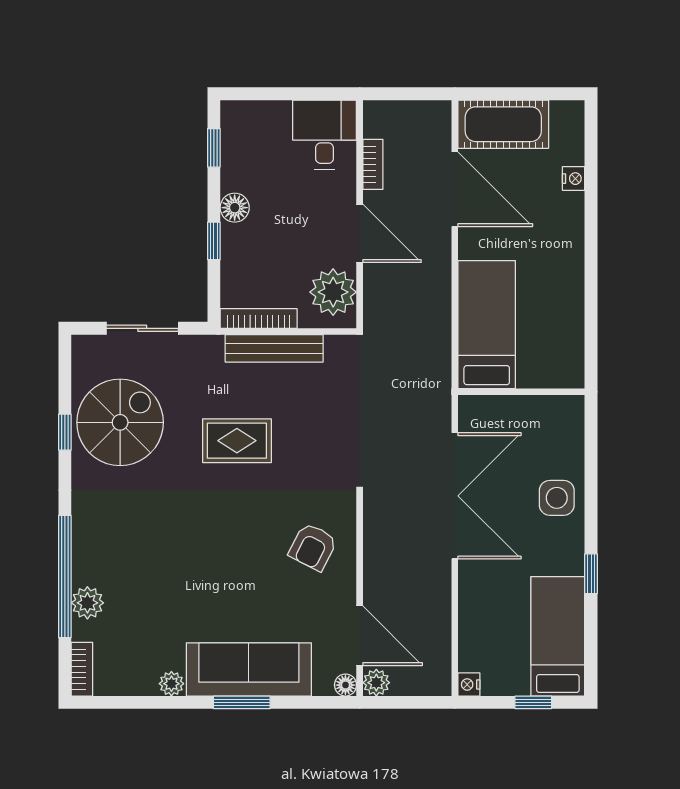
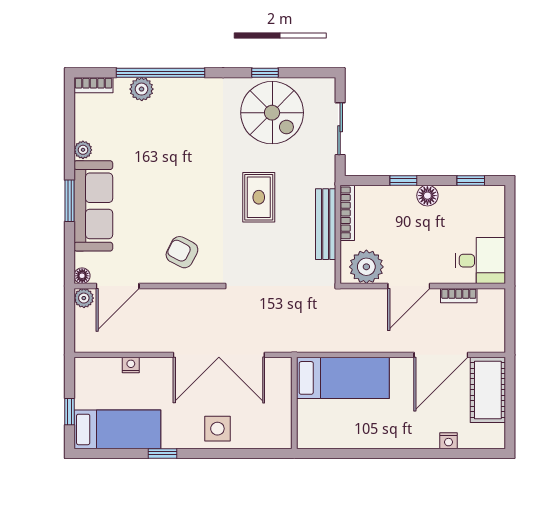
nightstand: (469, 684) -> (131, 365), moved

